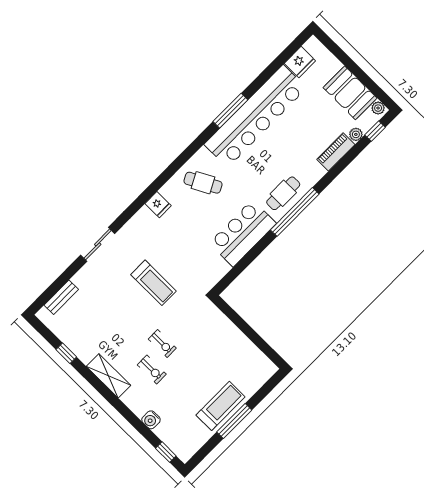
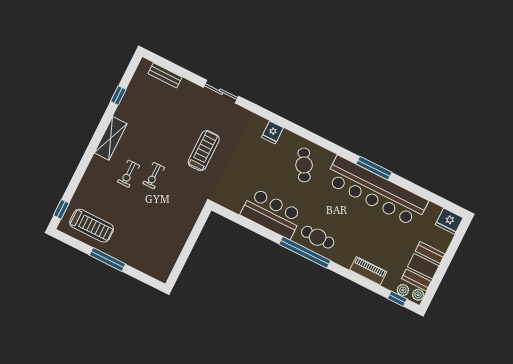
fridge: (300, 62) -> (449, 221), moved
plant: (356, 134) -> (403, 290), moved
treadmill: (153, 283) -> (204, 151), turned 180
treadmill: (220, 406) -> (92, 226), moved
water cooler: (151, 420) -> (85, 187), removed

